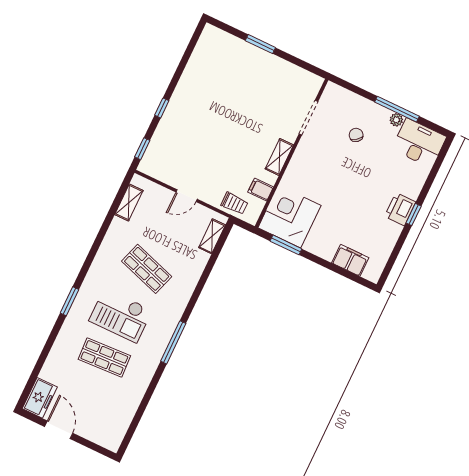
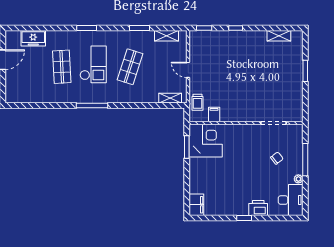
window: (397, 109) -> (305, 160), moved
shelving: (279, 157) -> (279, 36), moved
printer: (400, 209) -> (258, 208), moved
window: (102, 233) -> (140, 28), added
filing cabinet: (350, 260) -> (196, 205), moved
checkout: (121, 315) -> (93, 64), turned 180
freezer: (40, 398) -> (33, 38), moved

